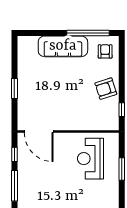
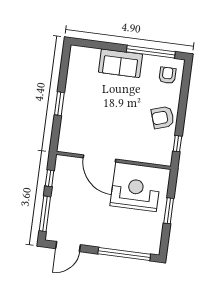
sofa: (63, 46) -> (120, 63), width x0.73
door: (39, 132) -> (99, 159), moved
reception desk: (90, 159) -> (135, 194), turned 90

